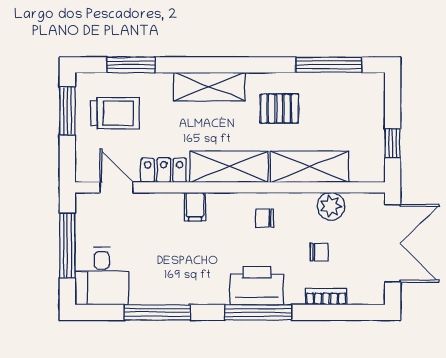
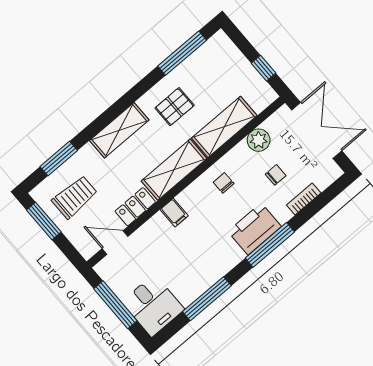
chair: (265, 218) -> (224, 183), turned 90

